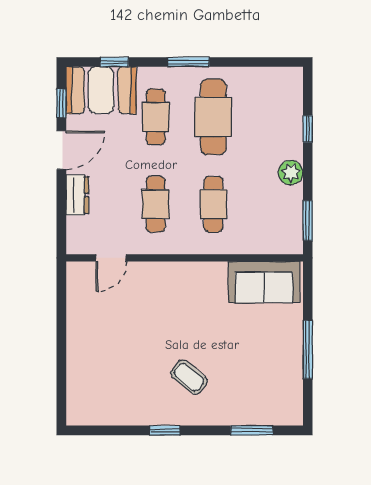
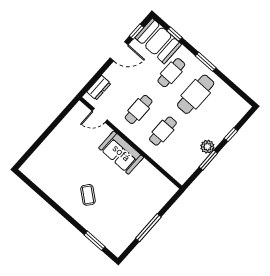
dresser: (77, 195) -> (99, 88), moved
window: (308, 221) -> (208, 160), moved
sofa: (264, 282) -> (121, 153), moved
window: (165, 430) -> (58, 208), removed

